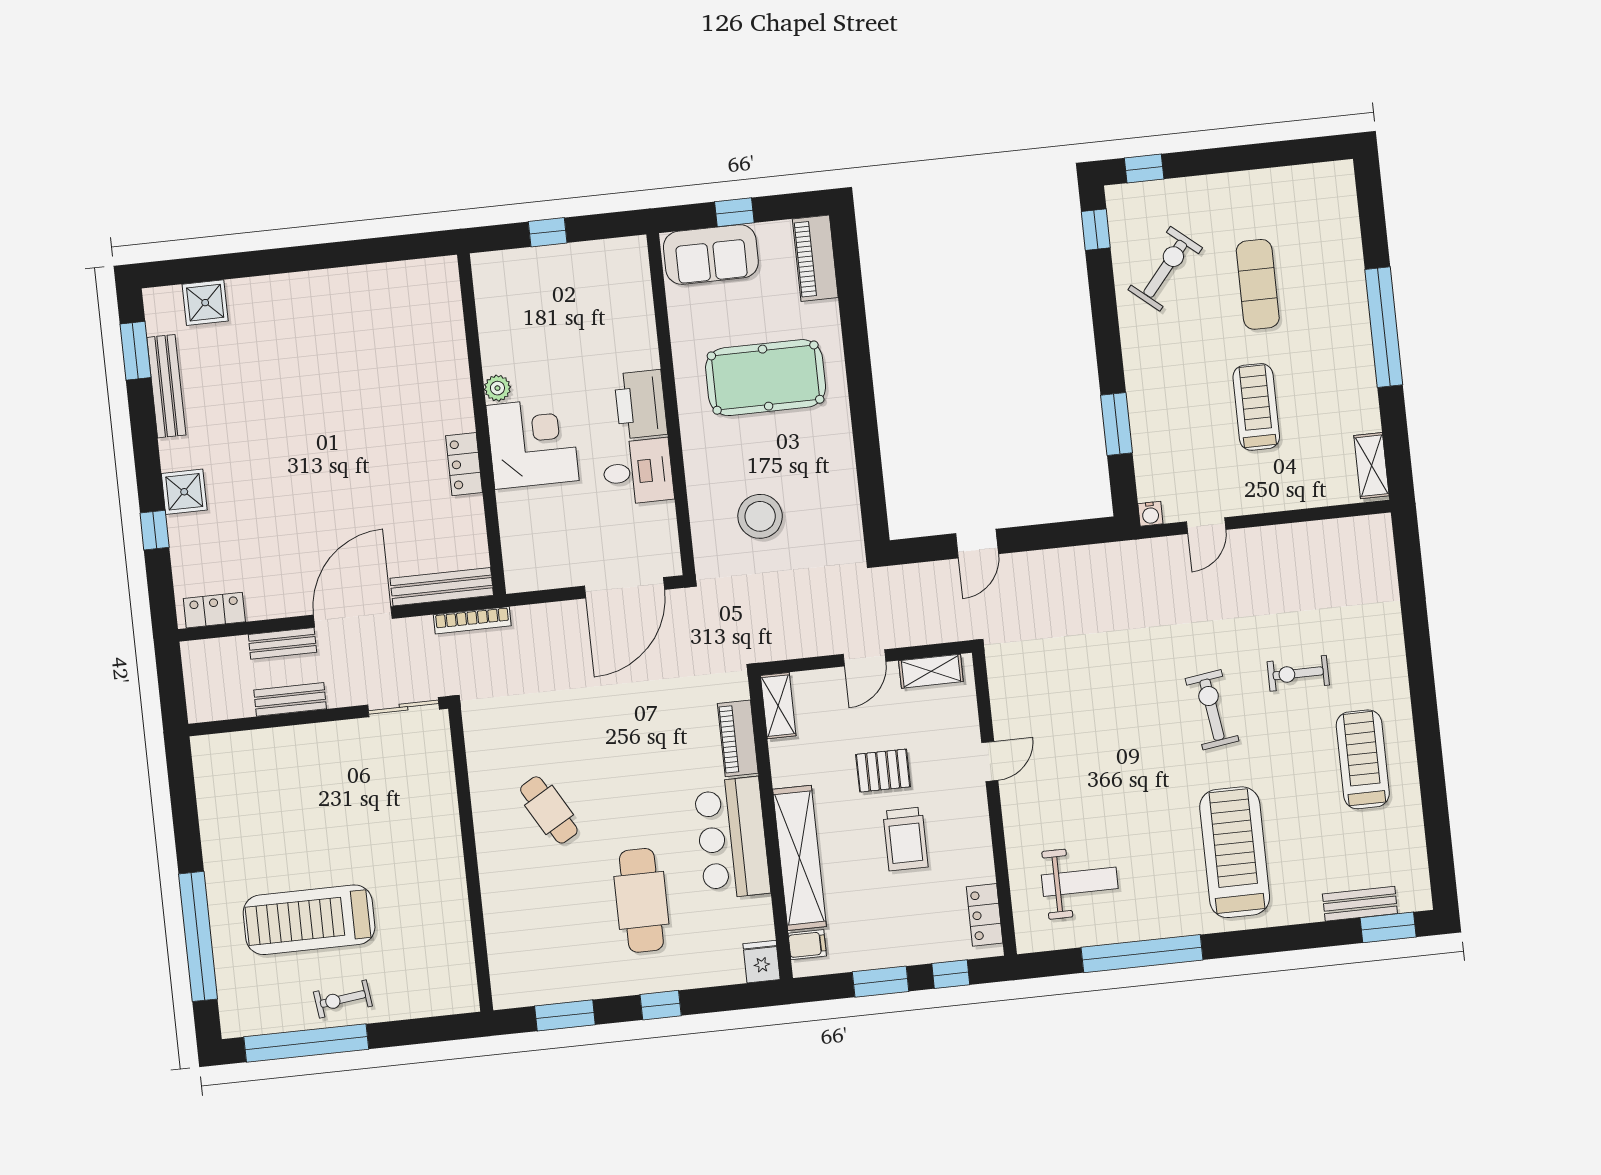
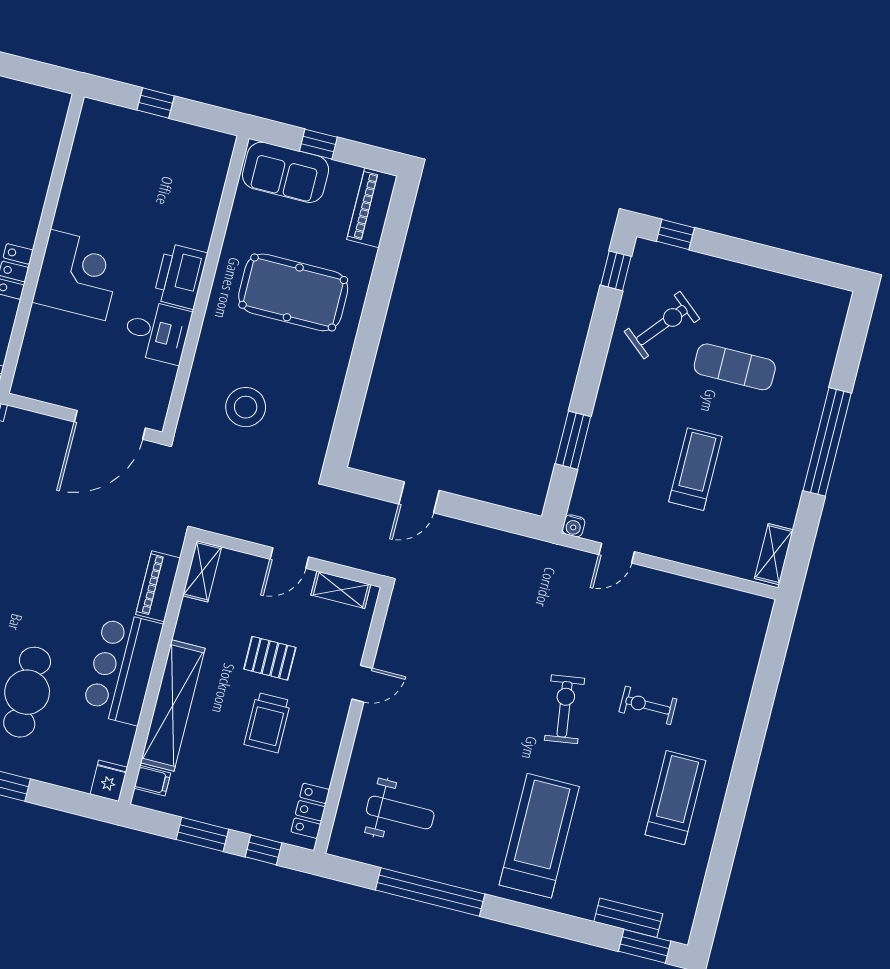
exercise mat: (1258, 284) -> (735, 367), turned 90
plant: (497, 388) -> (65, 218), removed

